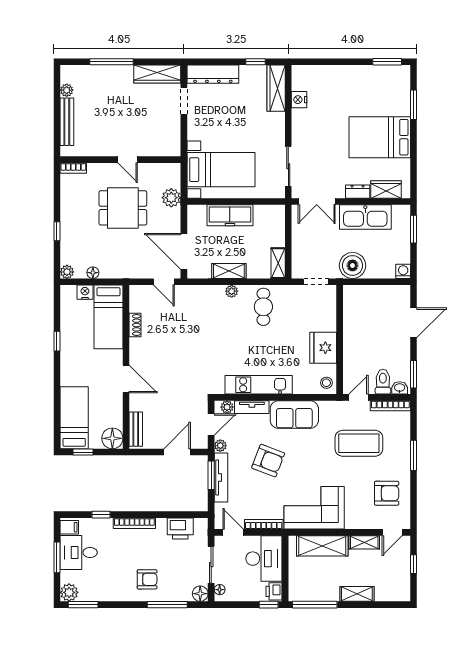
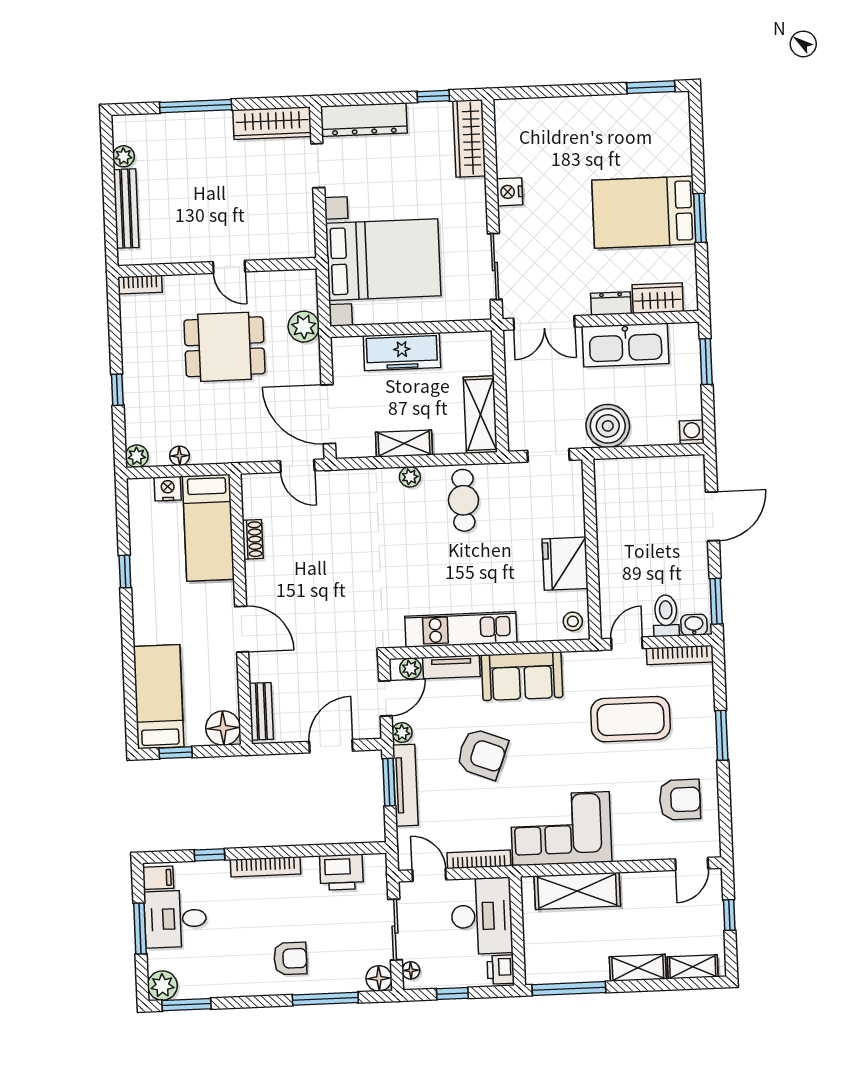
nightstand: (299, 100) -> (510, 192), moved
window: (414, 105) -> (700, 218), moved
bed with nightstands: (221, 170) -> (383, 260), width x1.36
shelving: (278, 263) -> (480, 415), width x1.50, depth x1.33
shelving: (364, 542) -> (693, 967), moved
window: (269, 605) -> (452, 993), moved

